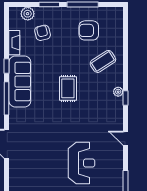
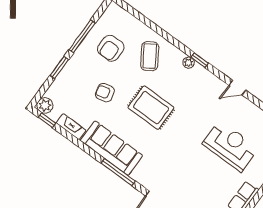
plant: (28, 14) -> (45, 105), moved
armchair: (43, 33) -> (105, 93), moved
window: (7, 66) -> (47, 120), moved
rug: (68, 88) -> (151, 108), width x1.36, depth x1.43

